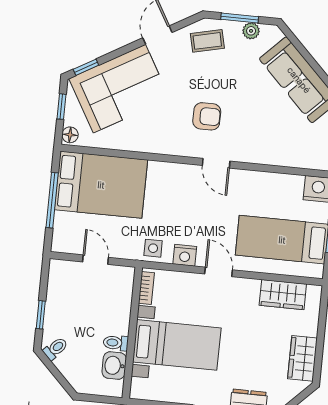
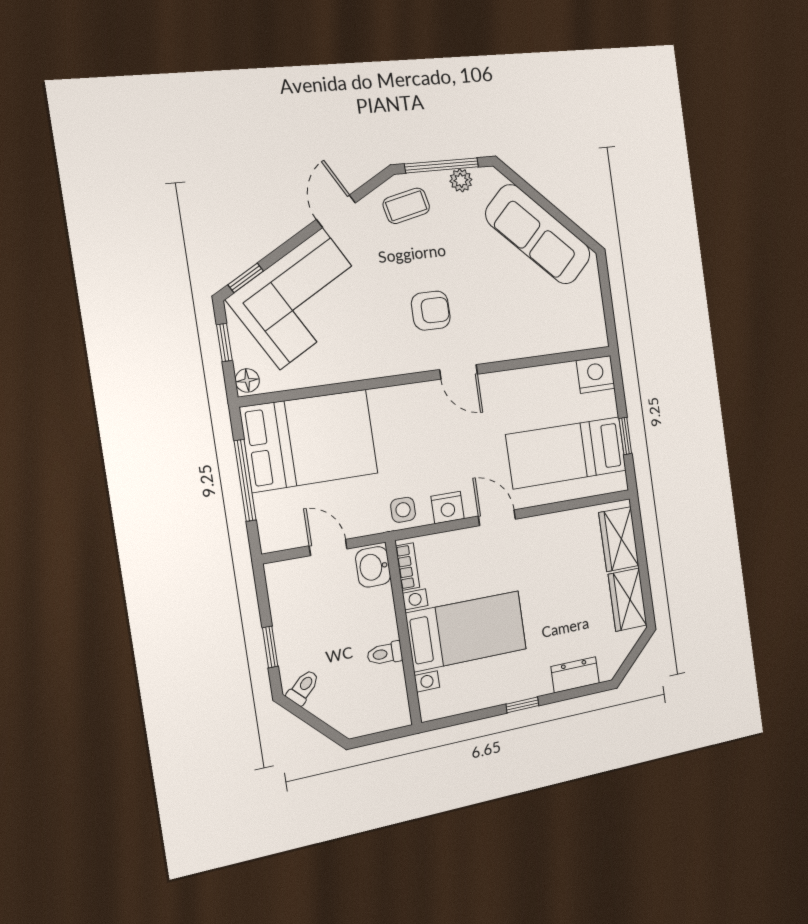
window: (240, 18) -> (442, 165), width x1.44
wardrobe: (283, 295) -> (619, 539), moved, turned 90
washbasin: (114, 365) -> (373, 567), moved

